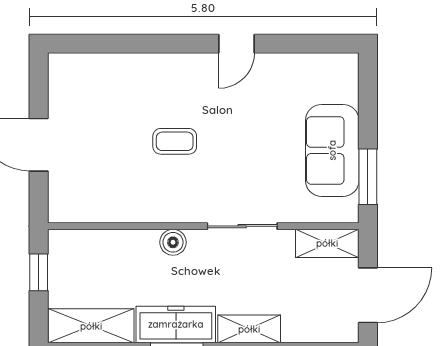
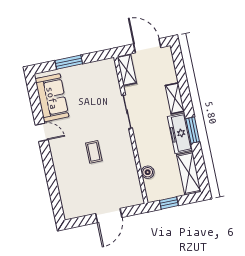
sofa: (332, 150) -> (52, 98), moved, turned -90
window: (368, 177) -> (69, 62), moved
boiler: (173, 242) -> (148, 172), moved

